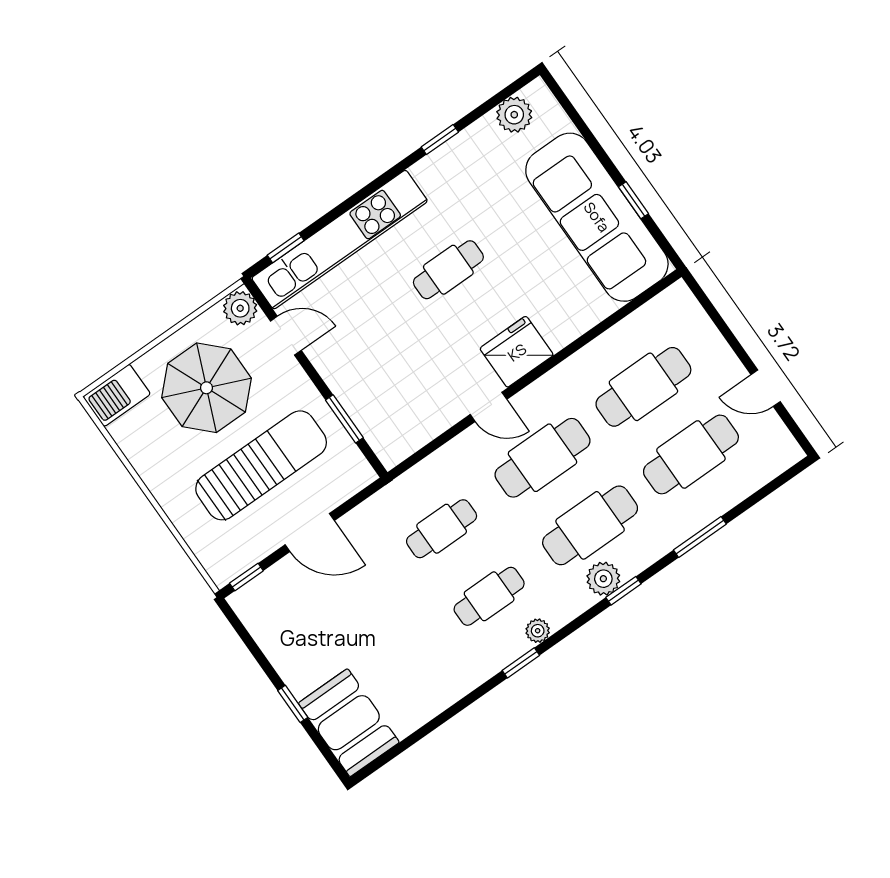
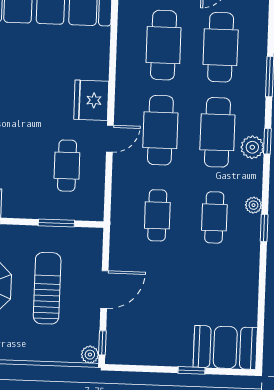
cafe table: (448, 270) -> (67, 166), moved
sun lounger: (261, 465) -> (47, 288), width x0.73, depth x0.75
plant: (222, 573) -> (90, 355), added

